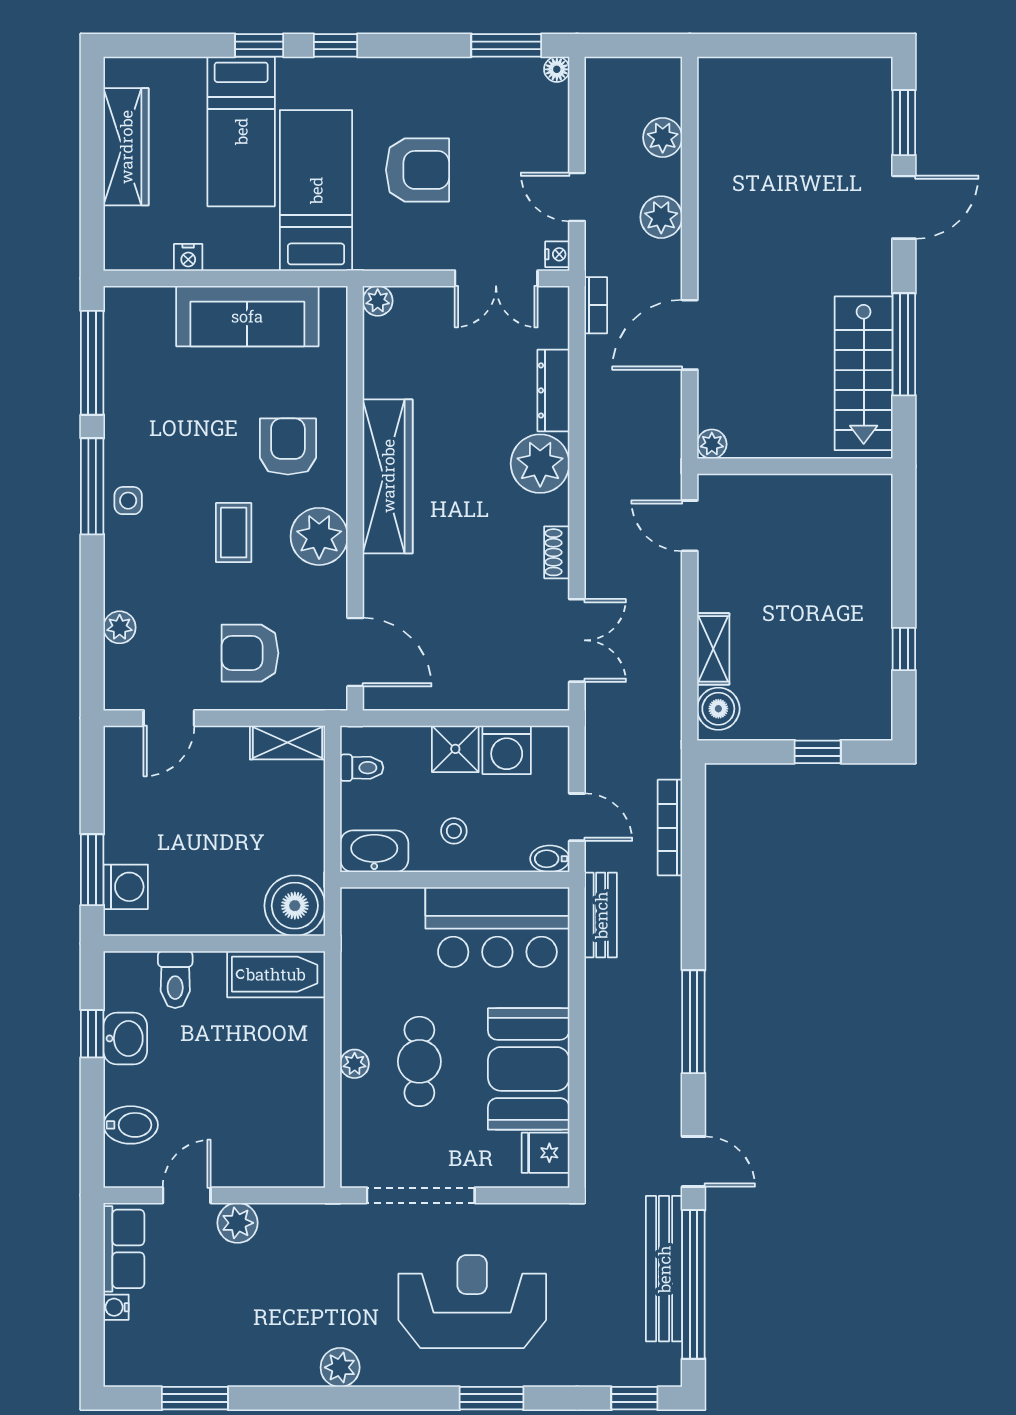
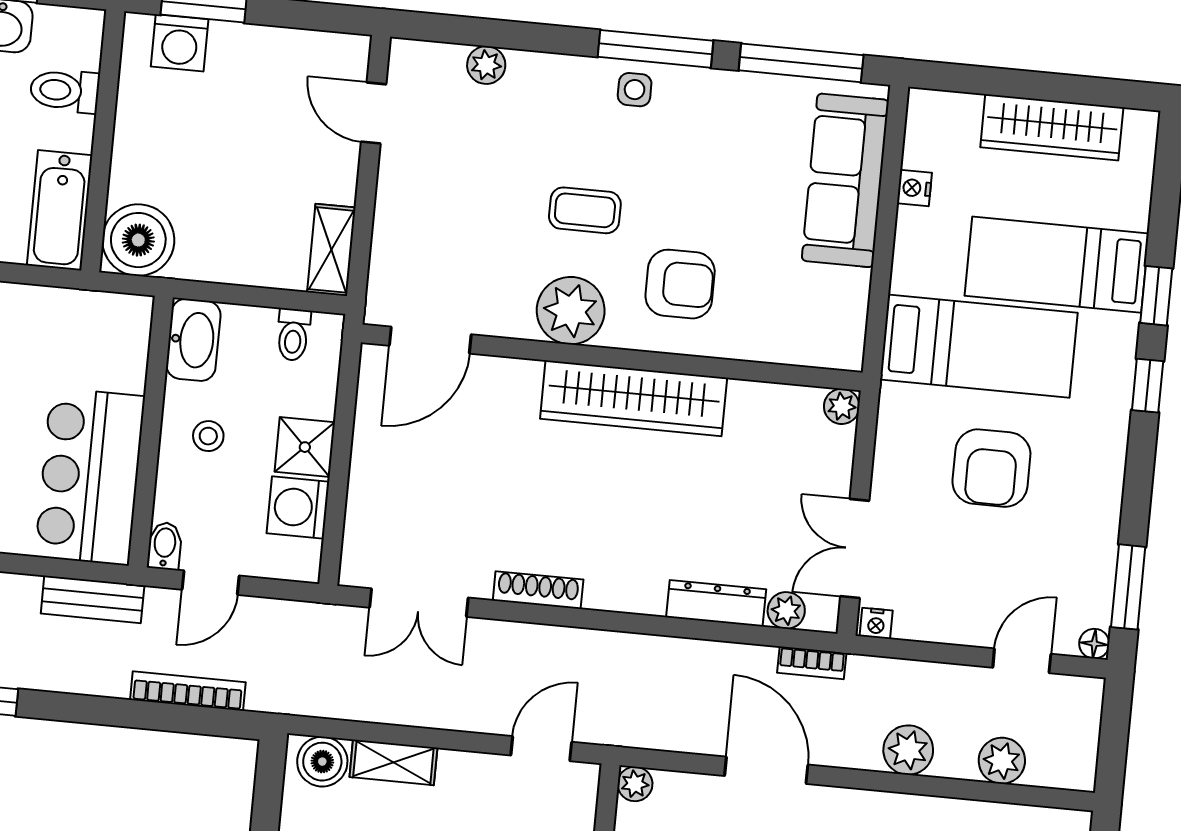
door: (577, 197) -> (1022, 661), moved
sofa: (247, 316) -> (845, 180), moved
plant: (540, 464) -> (786, 610), moved, width x0.53, depth x0.53
shoe rack: (557, 552) -> (538, 590), width x1.43
armchair: (250, 653) -> (441, 216), removed

